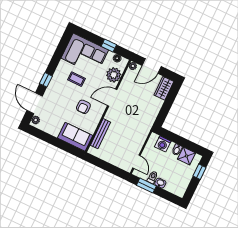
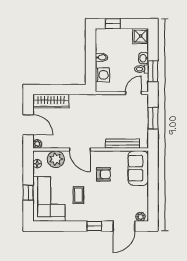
window: (109, 45) -> (28, 193), moved
wardrobe: (164, 88) -> (51, 101), width x1.50
shower: (187, 156) -> (141, 36), moved
window: (109, 168) -> (153, 118), added

